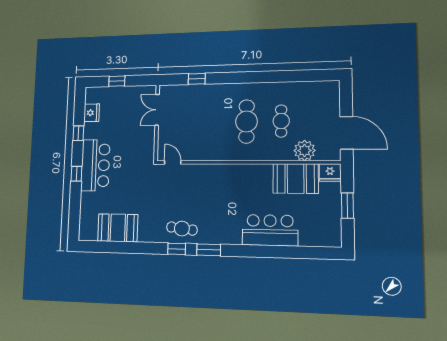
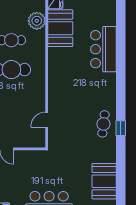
door: (173, 162) -> (47, 120), moved
window: (209, 250) -> (121, 100), removed

